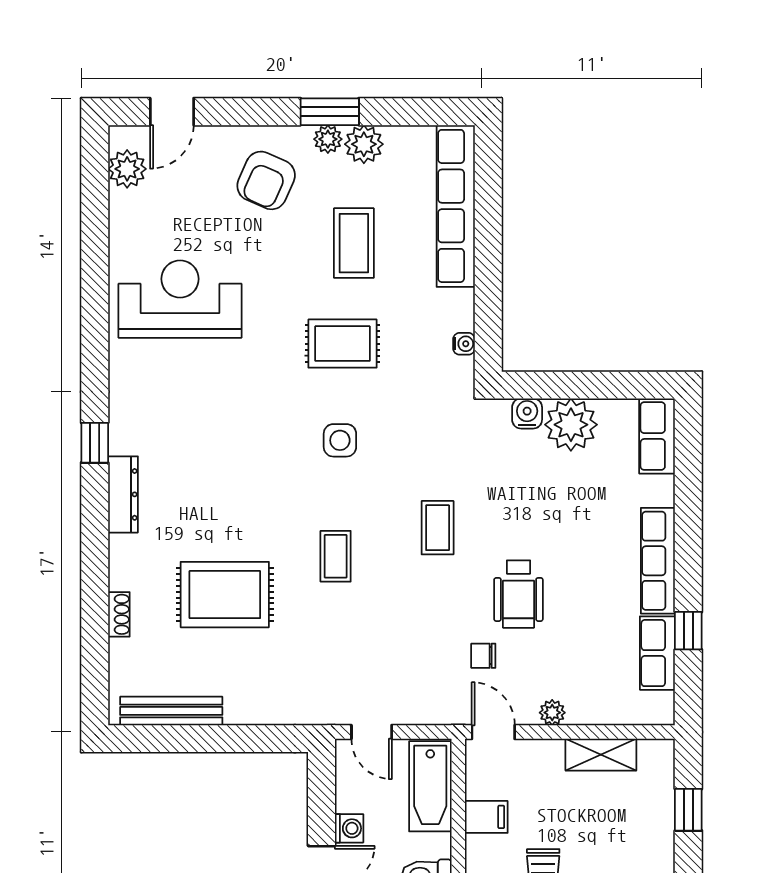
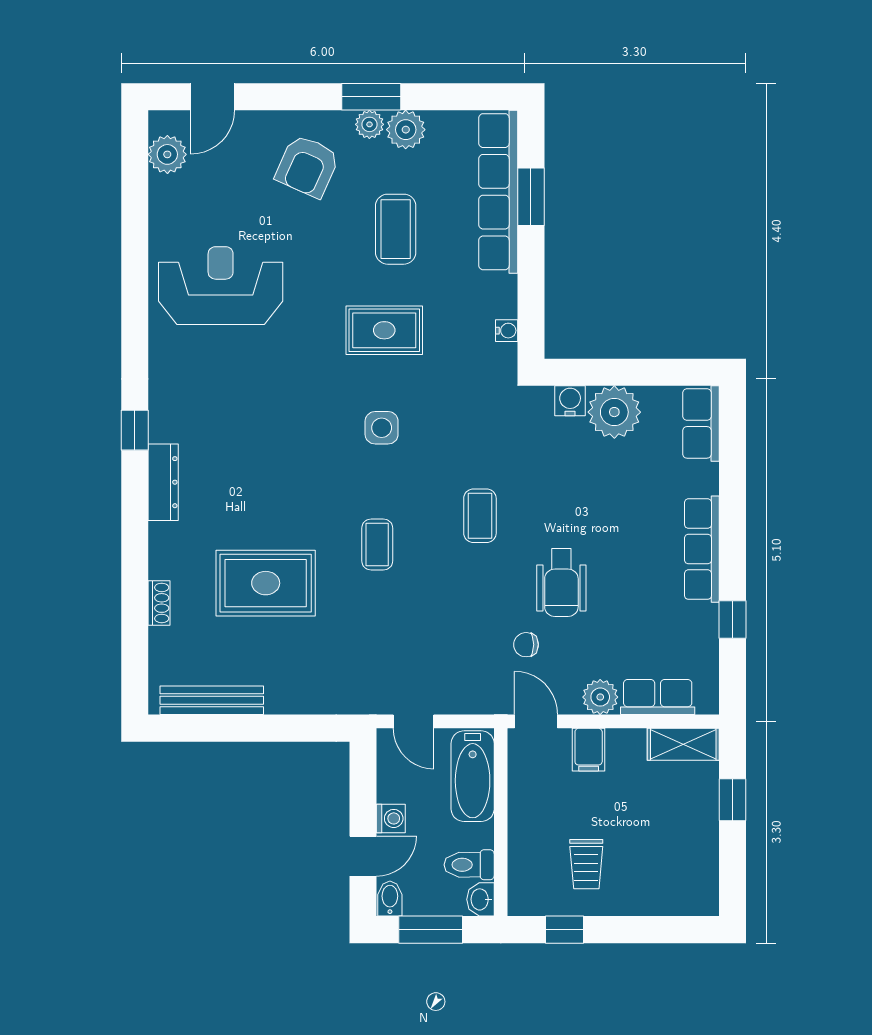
window: (488, 211) -> (531, 197), added
row of seats: (657, 653) -> (658, 697), moved, turned 90
plant: (552, 713) -> (600, 697), width x1.38, depth x1.38
shelving: (601, 755) -> (683, 744), moved
filing cabinet: (486, 817) -> (589, 750), moved, turned 90

